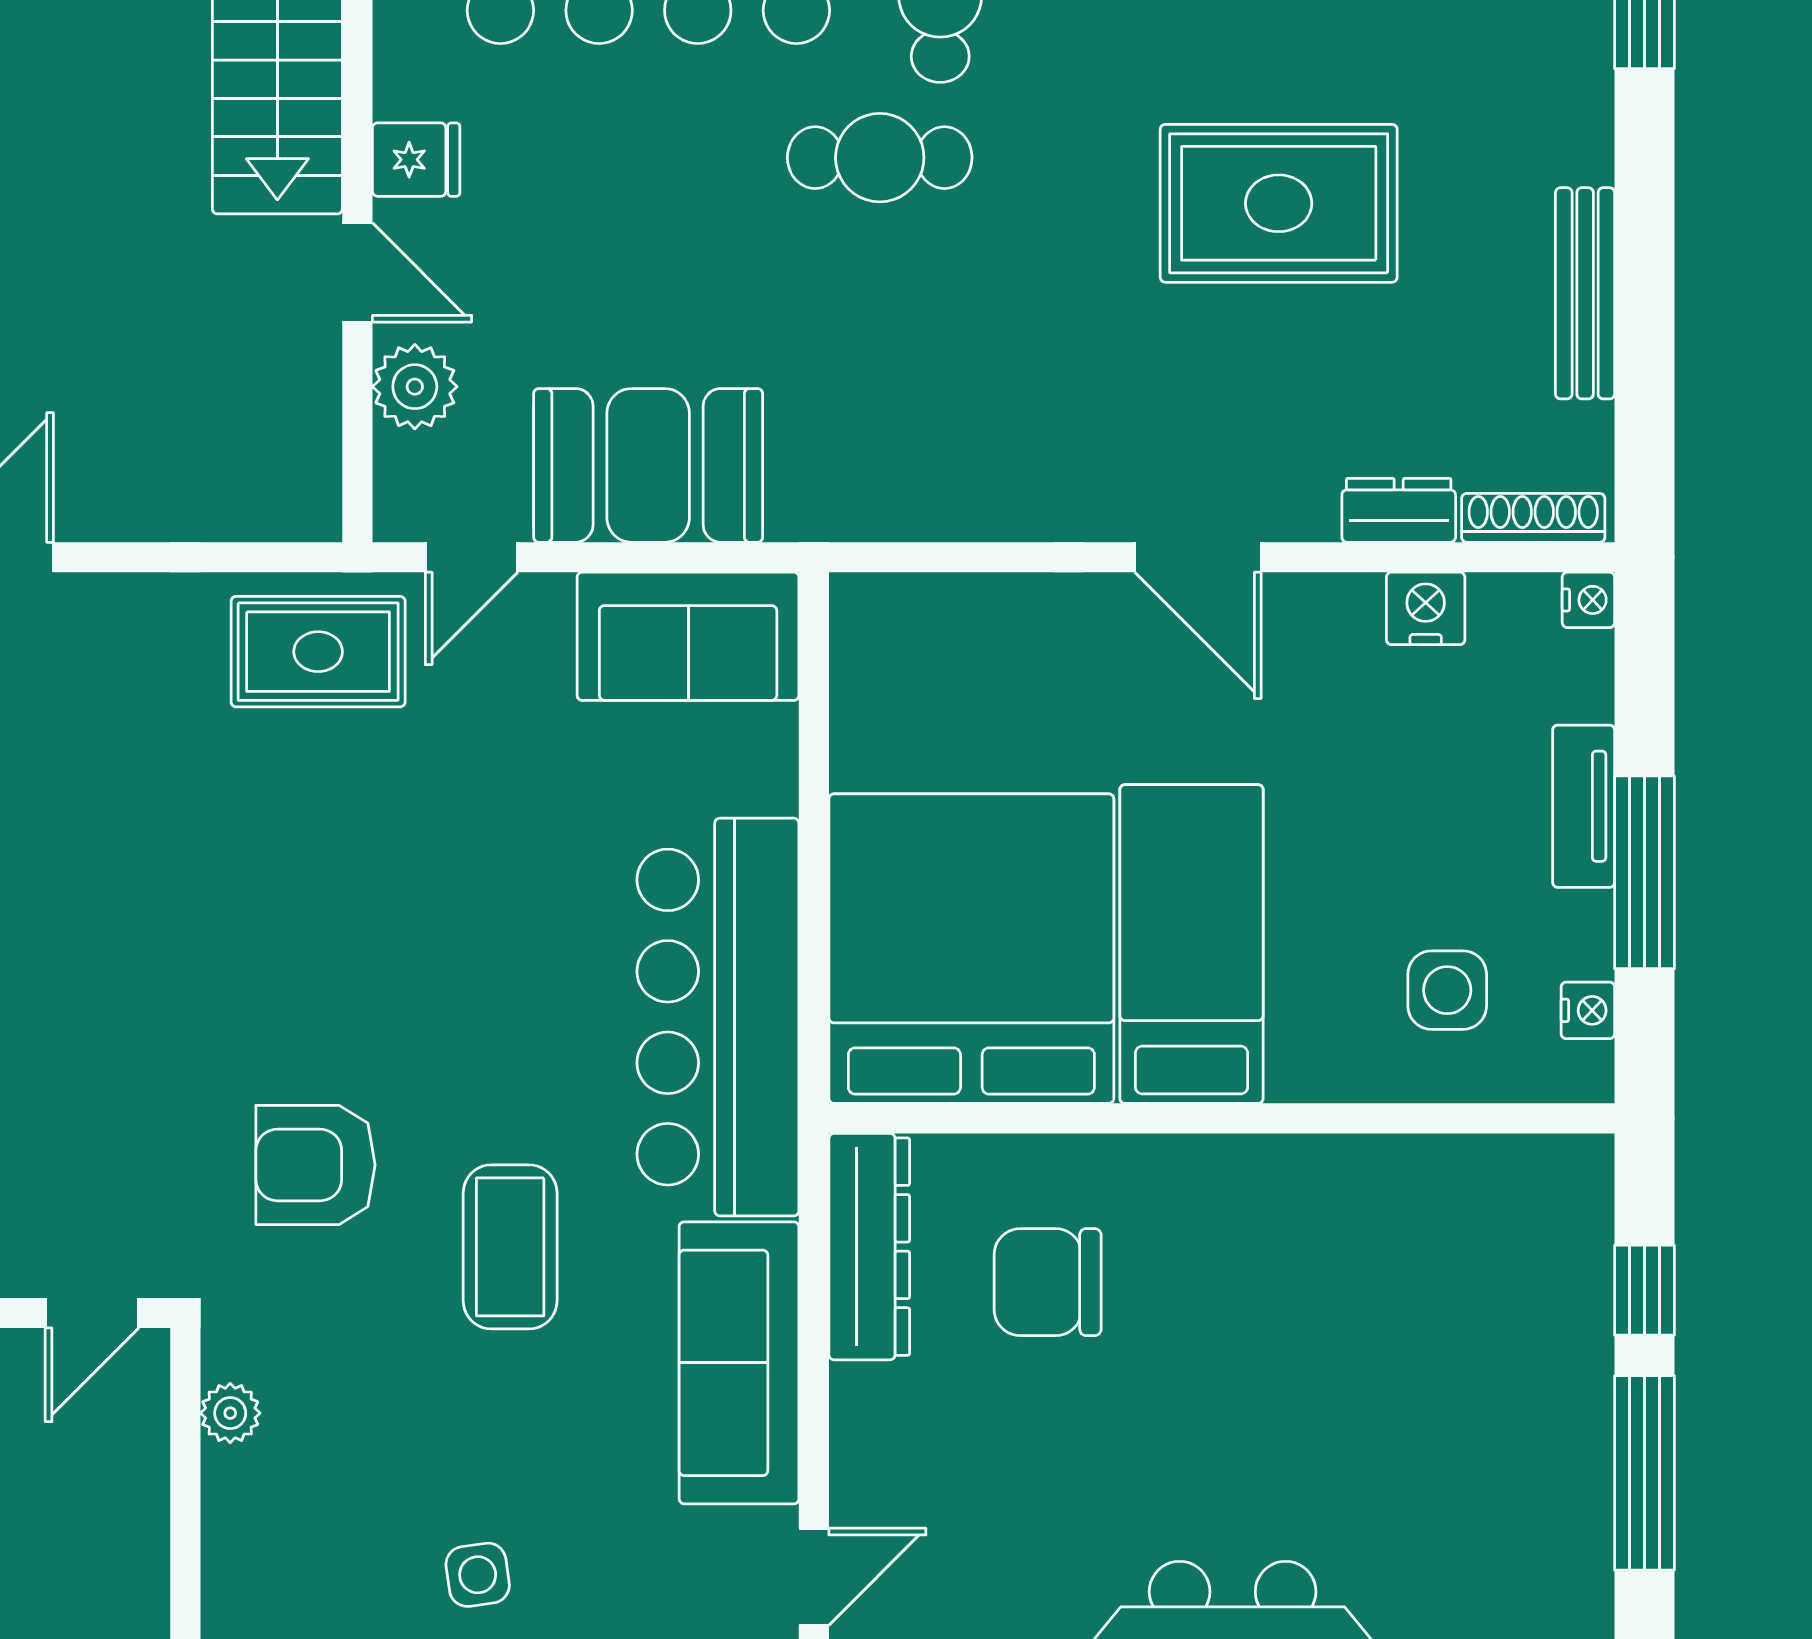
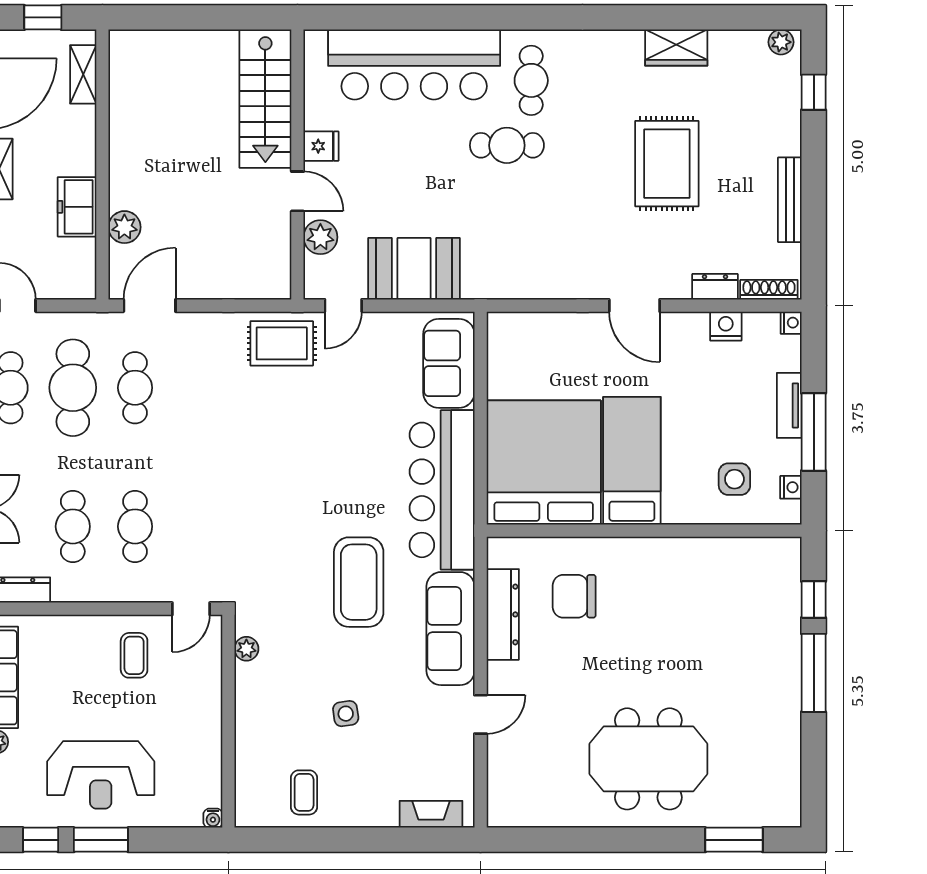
rug: (1279, 203) -> (667, 164), turned 90
sofa: (688, 636) -> (449, 363), moved, turned 90
armchair: (315, 1165) -> (281, 549), removed
coffee table: (510, 1247) -> (359, 582), width x1.36, depth x1.32
dresser: (869, 1247) -> (503, 614), moved

